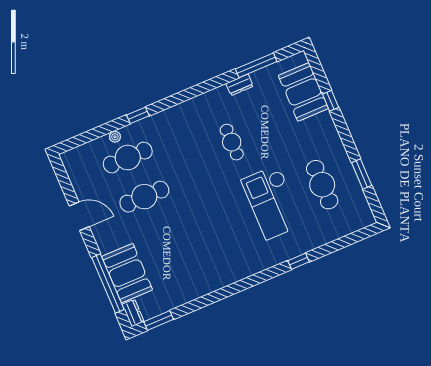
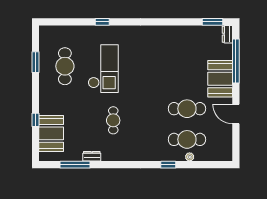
booth: (127, 273) -> (220, 79), moved

